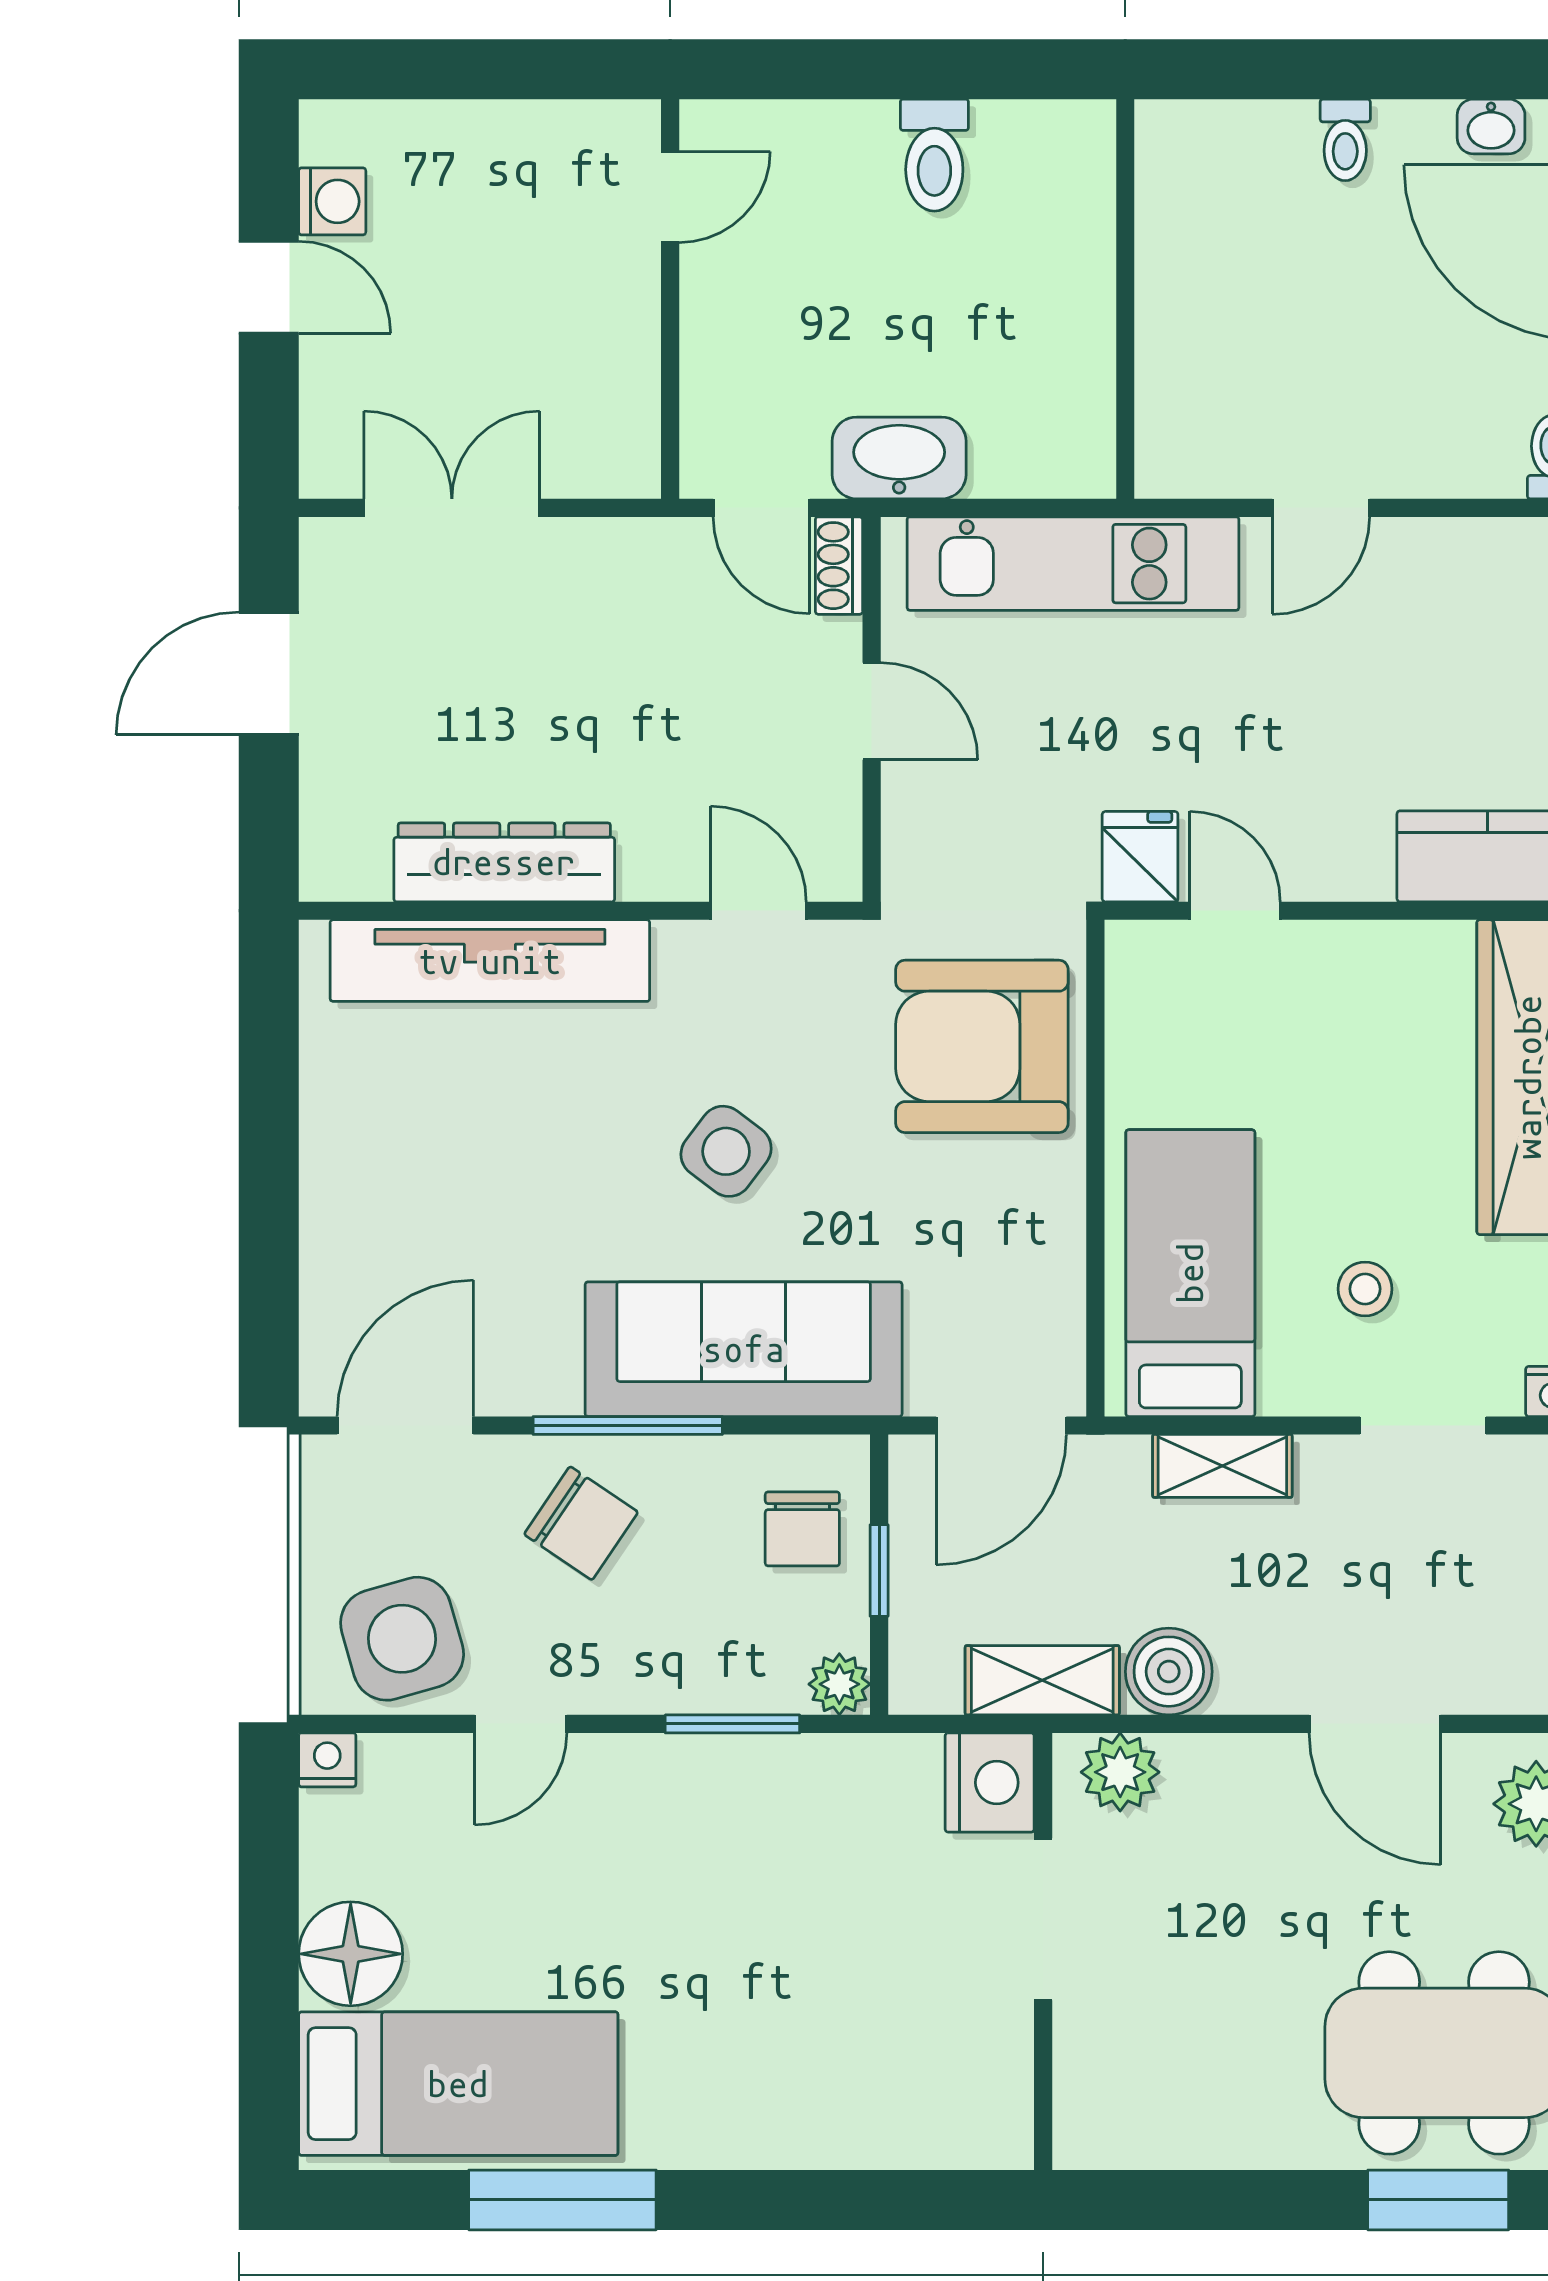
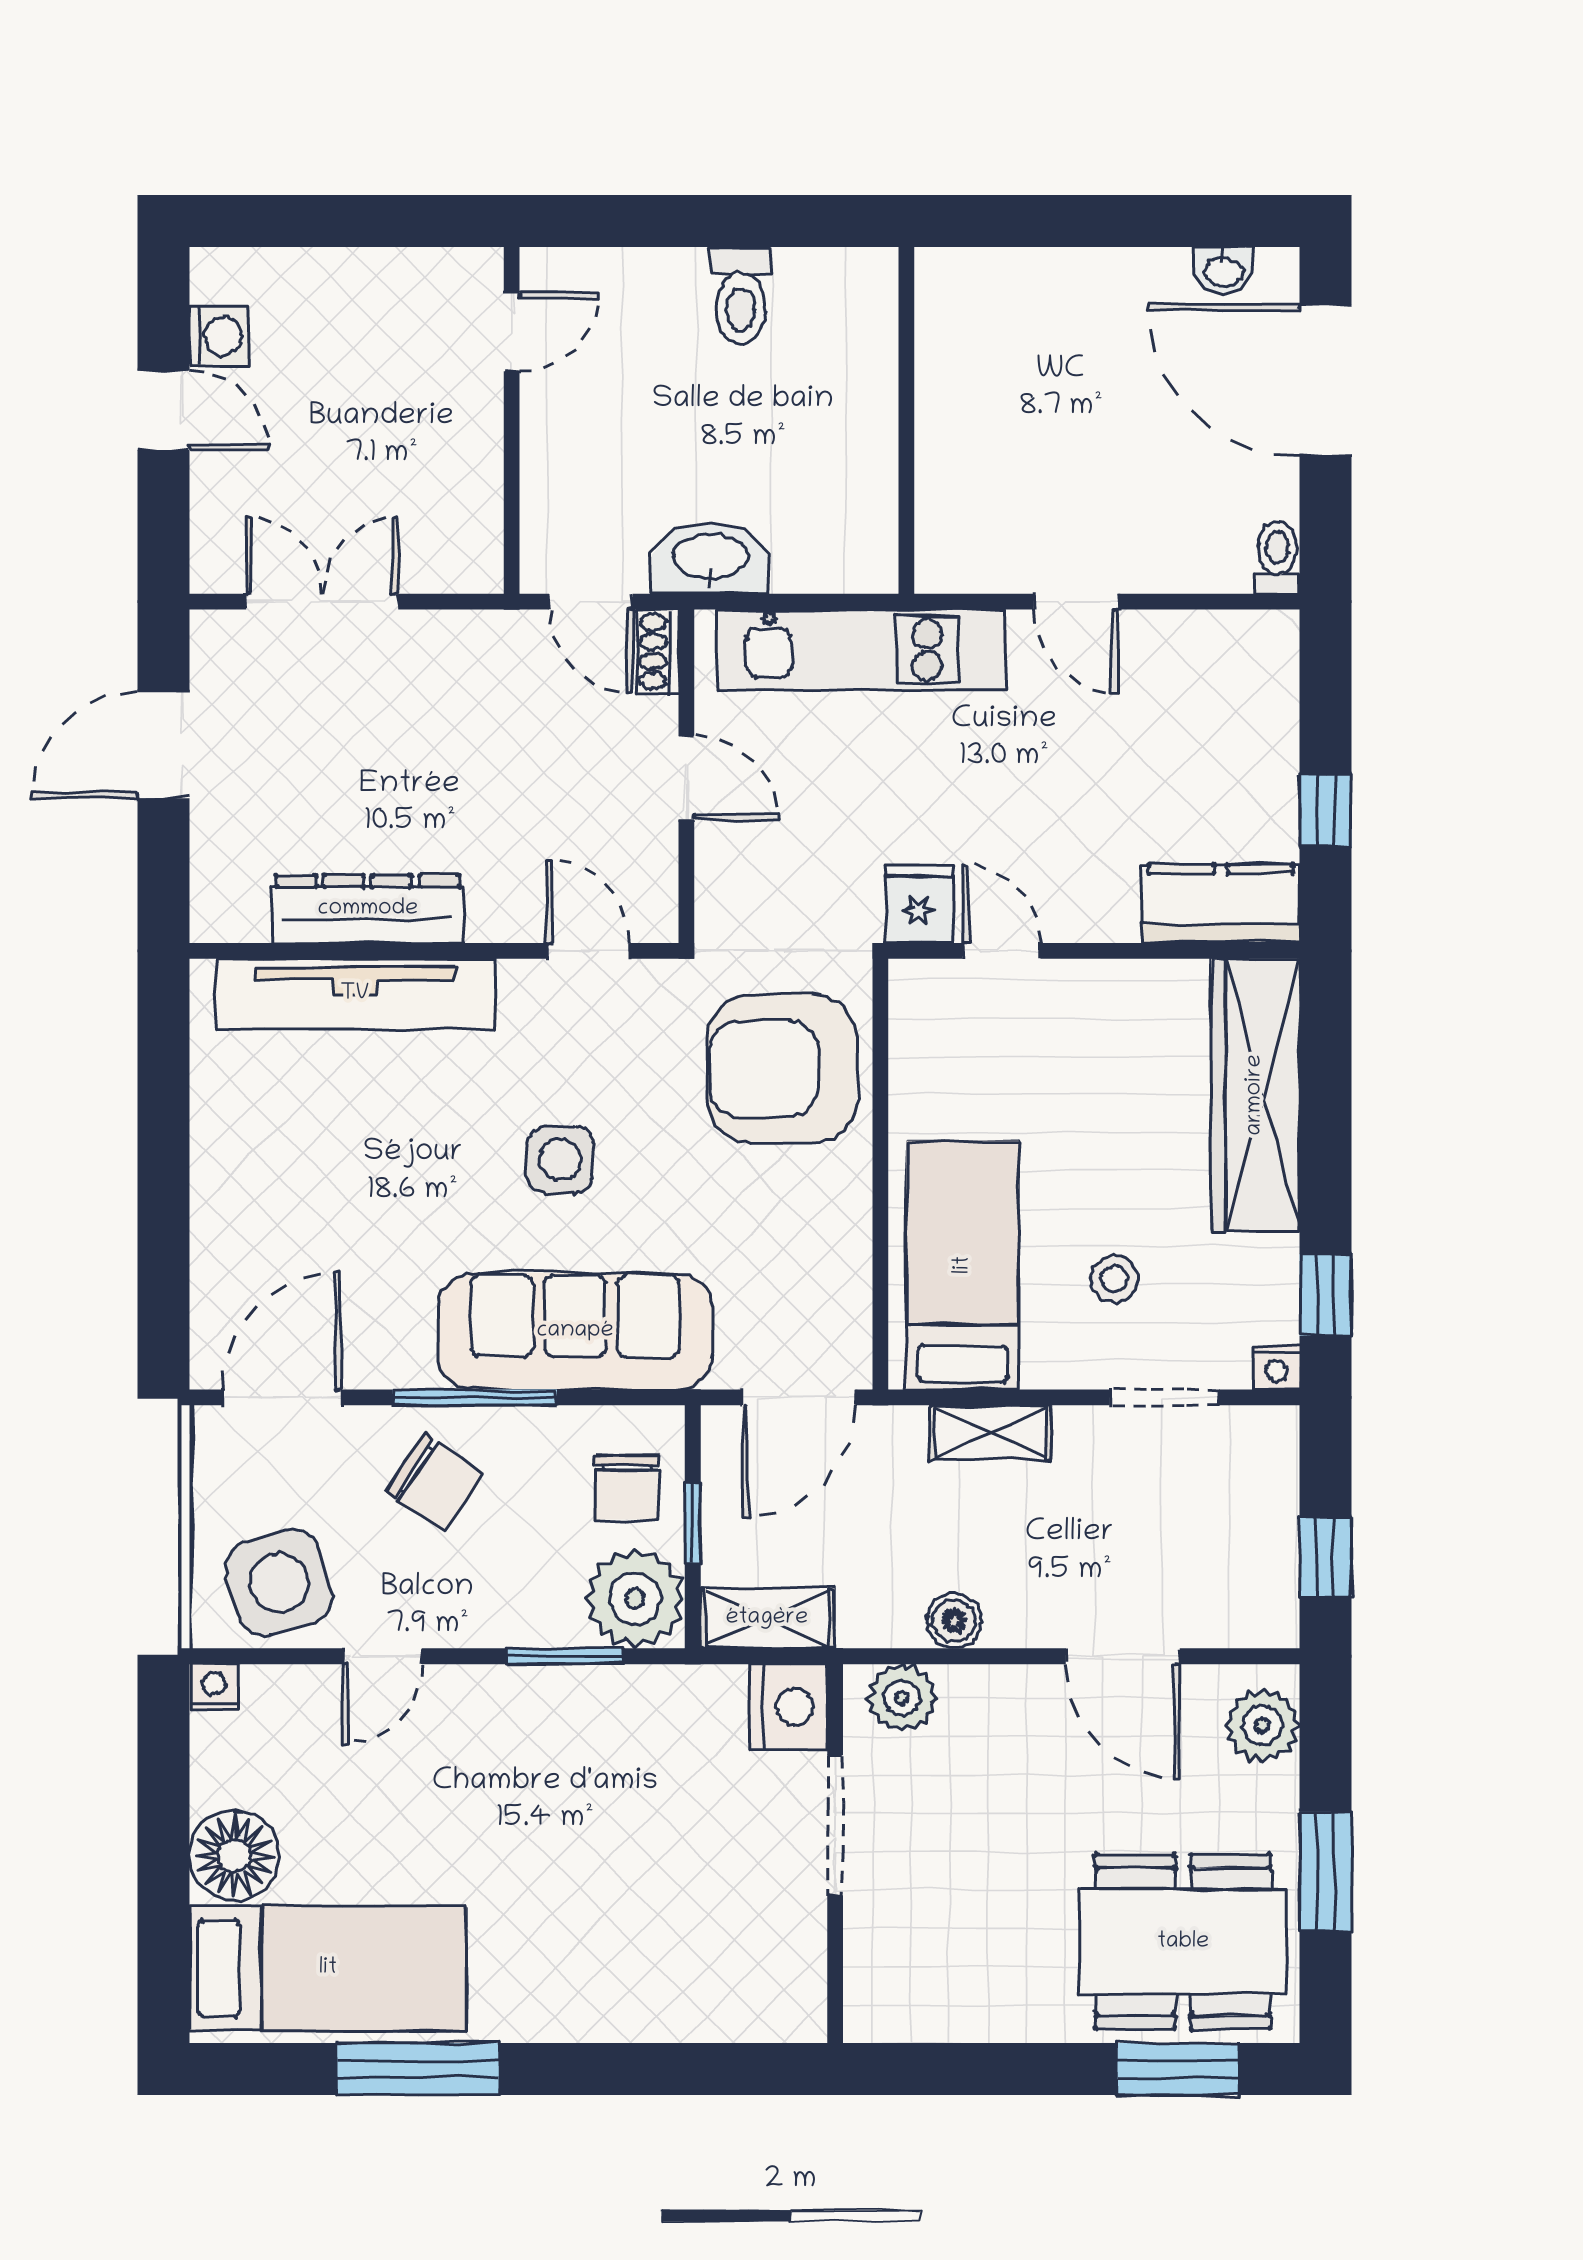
toilet: (1345, 140) -> (1097, 282), removed
door: (1321, 508) -> (1076, 602), hinge flipped
side table: (726, 1151) -> (560, 1160), turned -35
boiler: (1169, 1672) -> (954, 1621), width x0.73, depth x0.73
shelving: (1042, 1680) -> (767, 1618), moved
plant: (839, 1684) -> (635, 1599), width x1.88, depth x1.88

